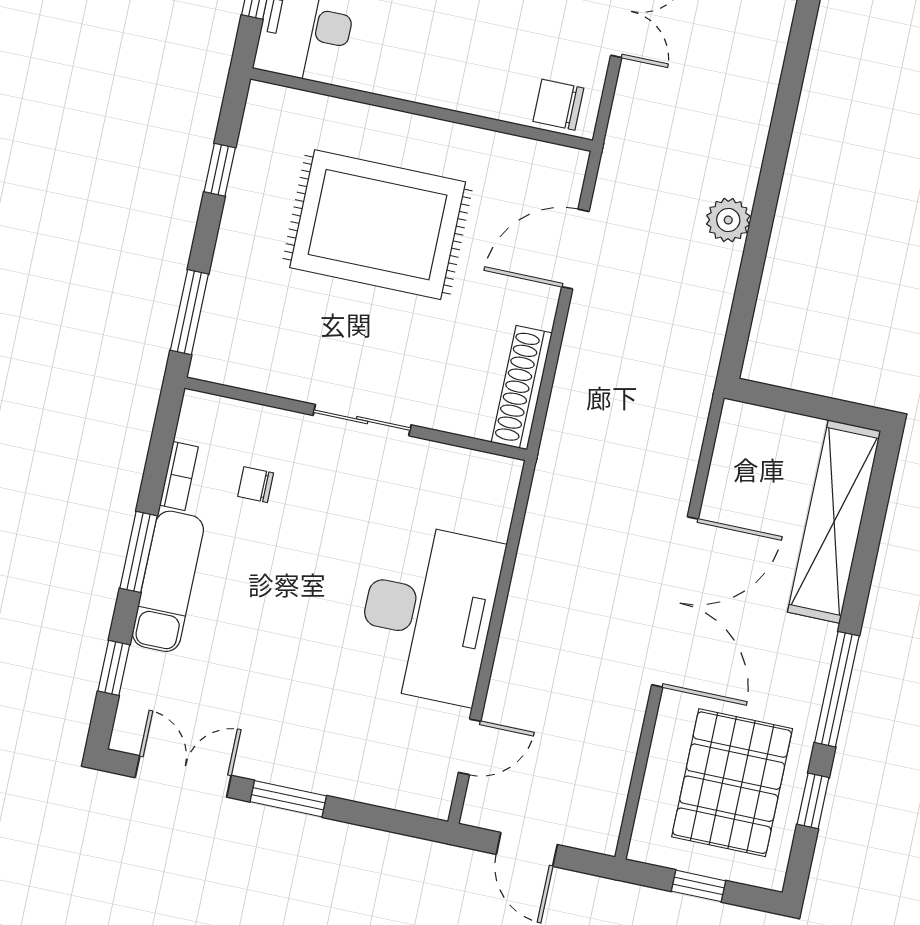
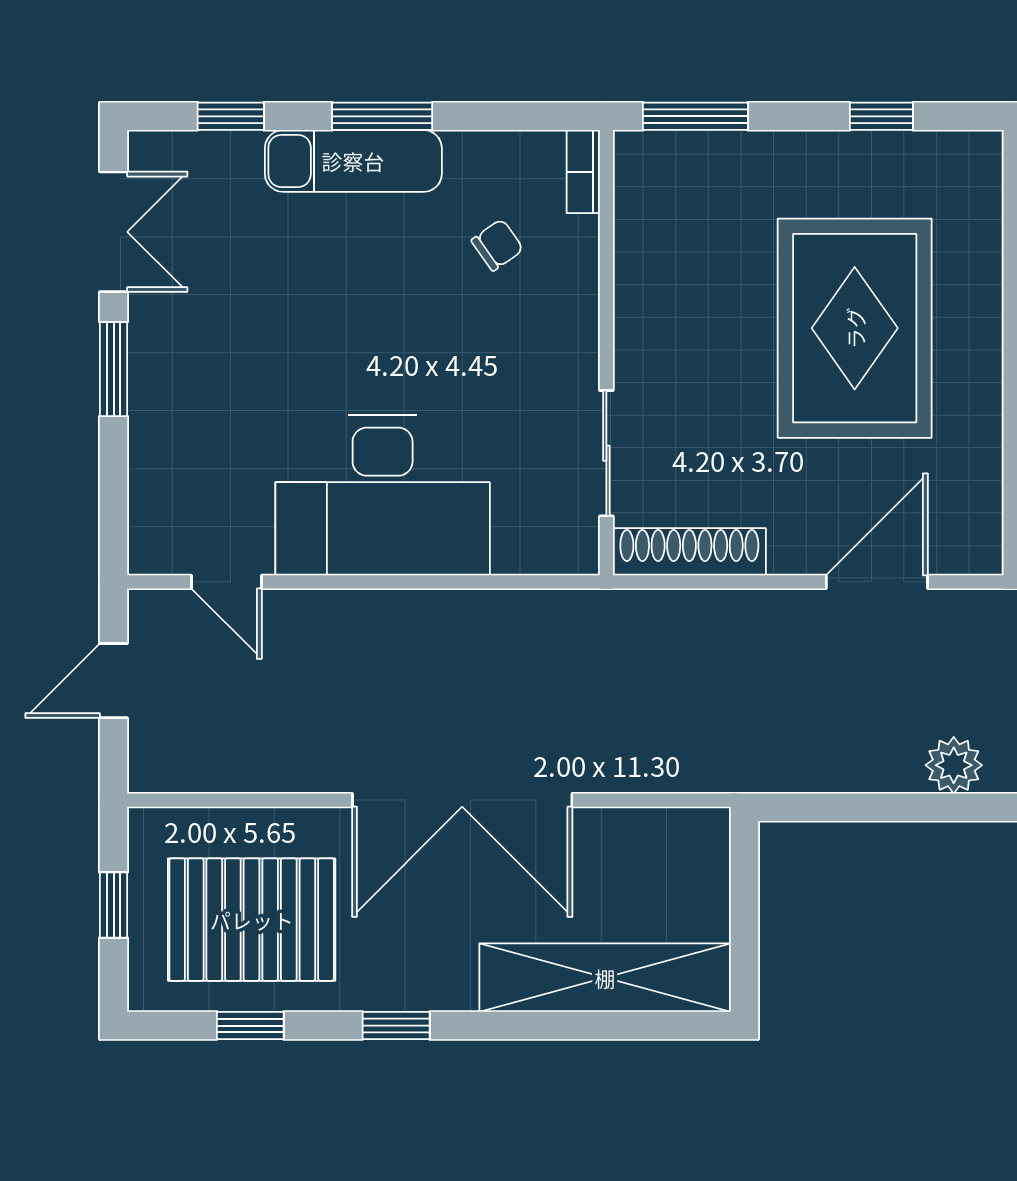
door: (575, 249) -> (877, 582), hinge flipped
sliding door: (362, 420) -> (606, 453), moved
bookcase: (179, 476) -> (583, 172), moved, turned 90
chair: (256, 485) -> (497, 245), turned 55
window: (837, 689) -> (396, 1026), width x0.46

